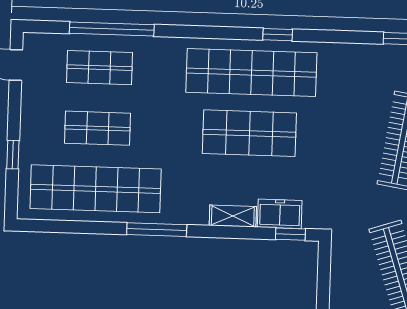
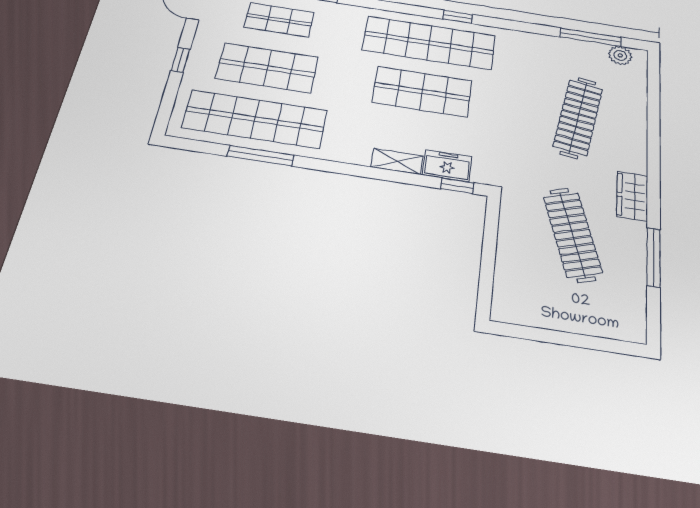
shop shelf: (98, 128) -> (267, 68), width x1.43, depth x1.36
window: (13, 155) -> (180, 60), moved
window: (157, 230) -> (261, 156), moved

